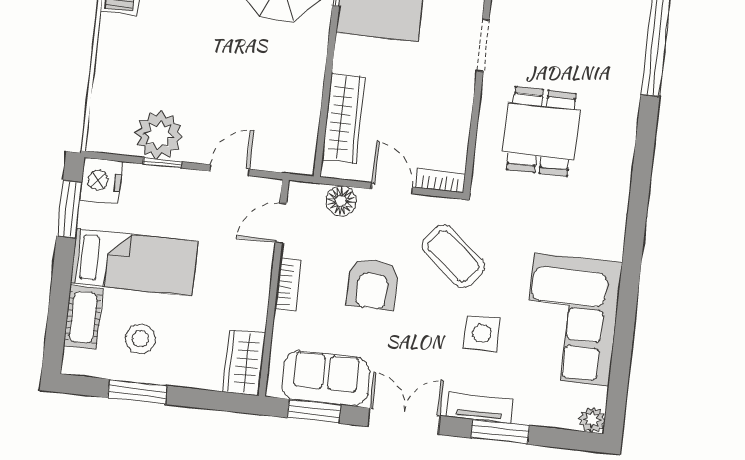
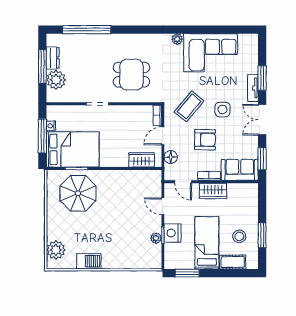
wardrobe: (344, 118) -> (142, 160), width x0.67
plant: (159, 135) -> (156, 238), width x0.53, depth x0.53
nightstand: (101, 181) -> (172, 233), moved, turned 90
side table: (482, 333) -> (223, 109), moved
wardrobe: (244, 363) -> (213, 191), moved
sofa: (326, 378) -> (240, 170), moved, turned 90
plant: (592, 420) -> (177, 39), moved

